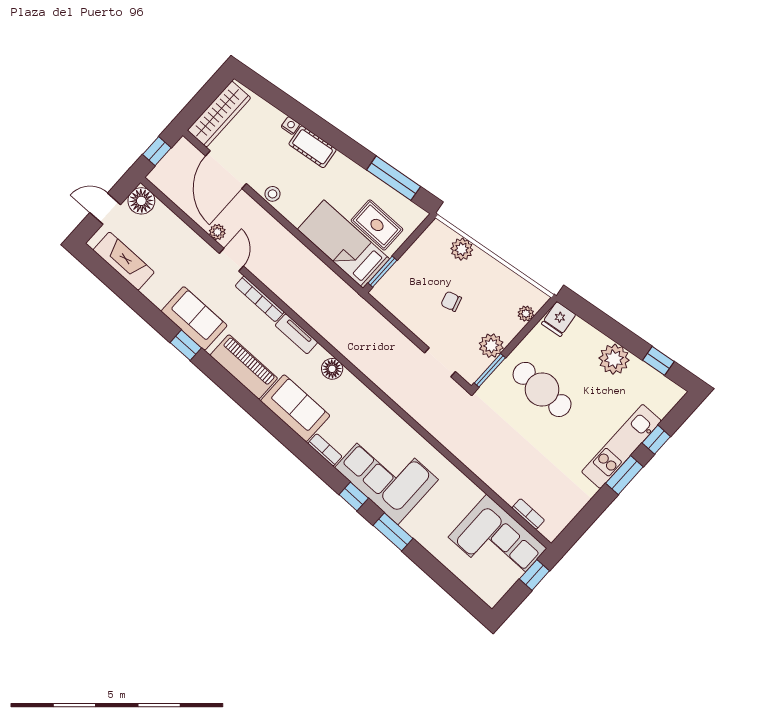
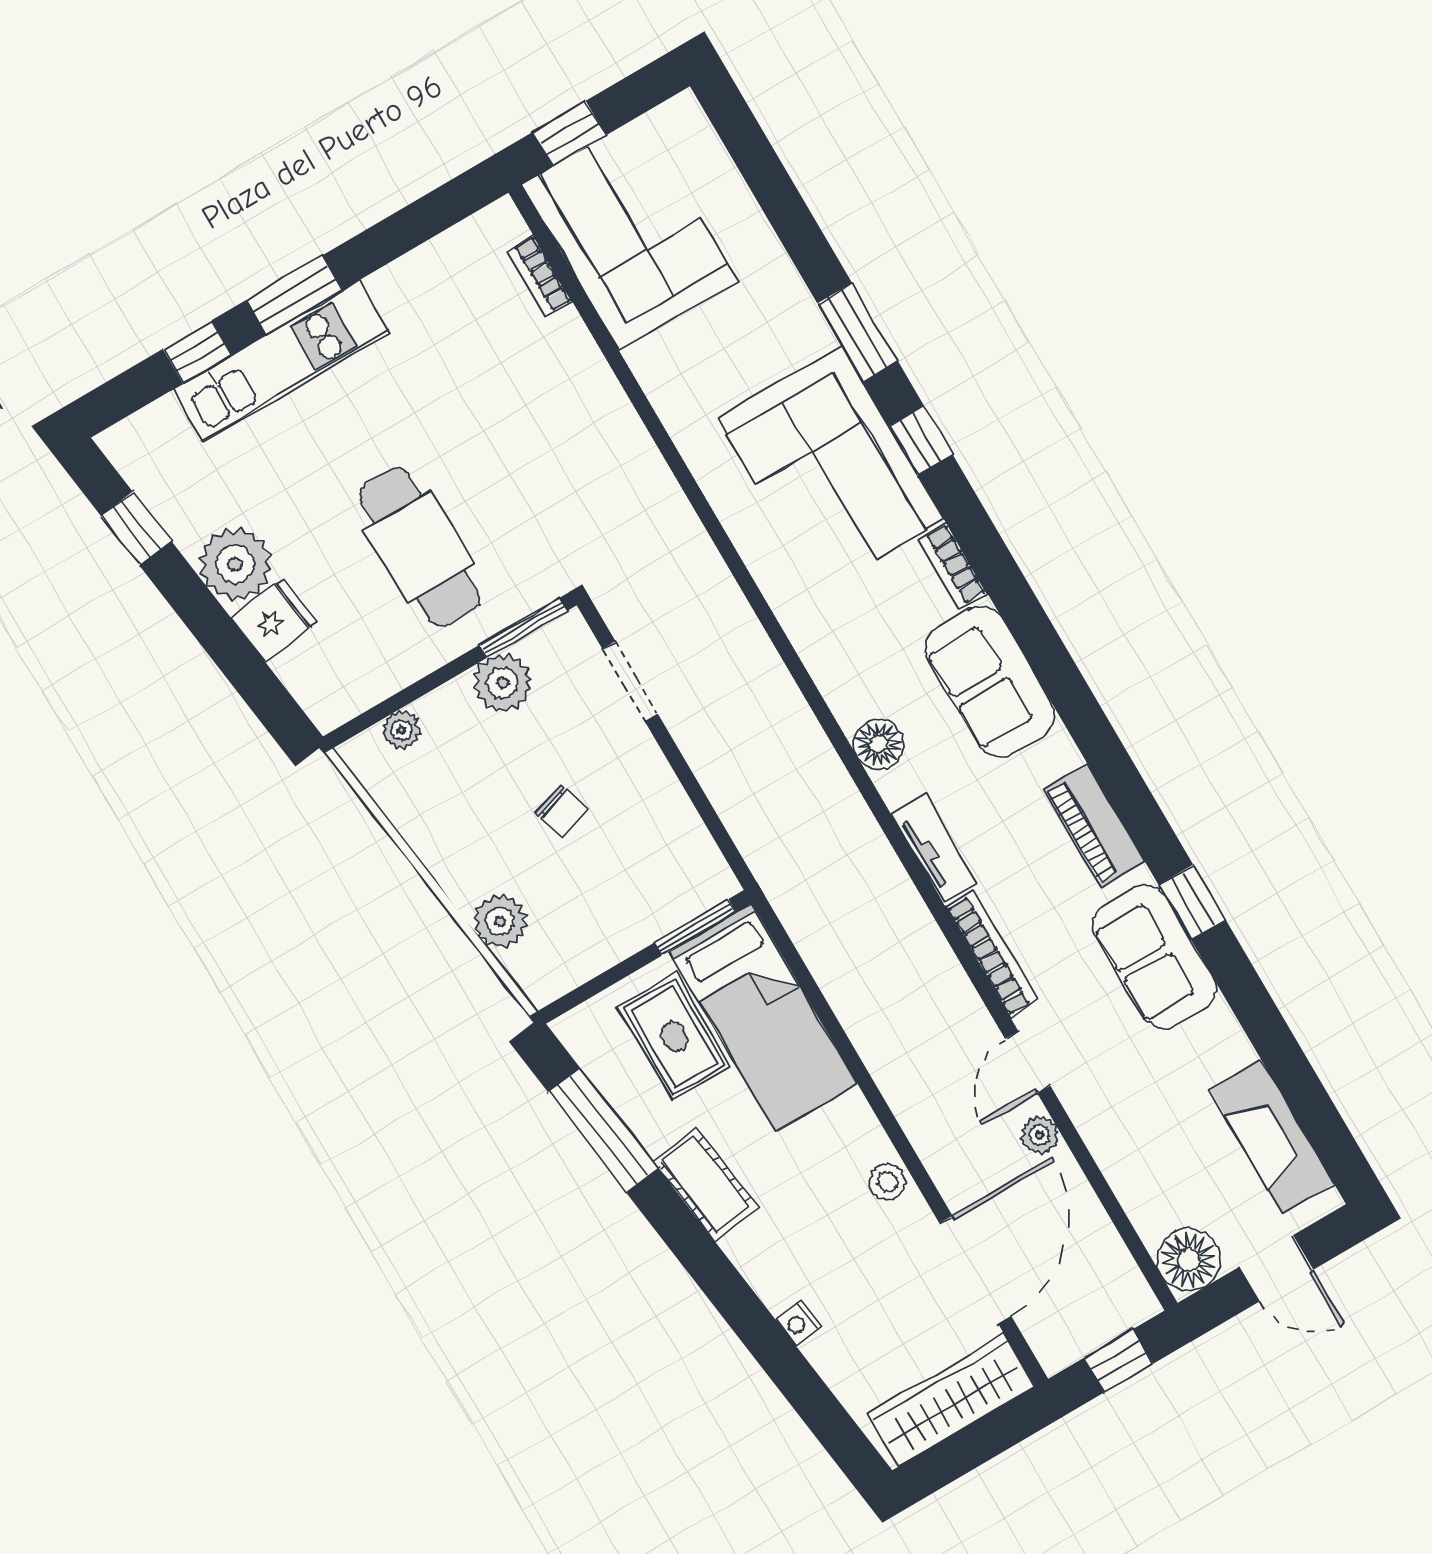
cot: (313, 147) -> (705, 1184), moved
fridge: (559, 319) -> (274, 620), moved
piano: (244, 367) -> (1094, 826), width x0.73, depth x0.75

